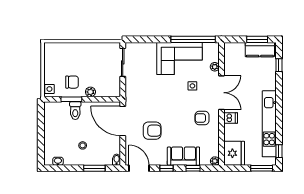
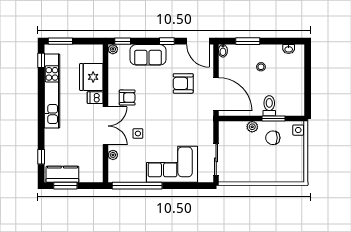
corner sofa: (180, 58) -> (172, 164), moved
double door: (221, 93) -> (105, 126), swing flipped
fridge: (234, 153) -> (91, 77), moved
window: (193, 168) -> (123, 41), moved

